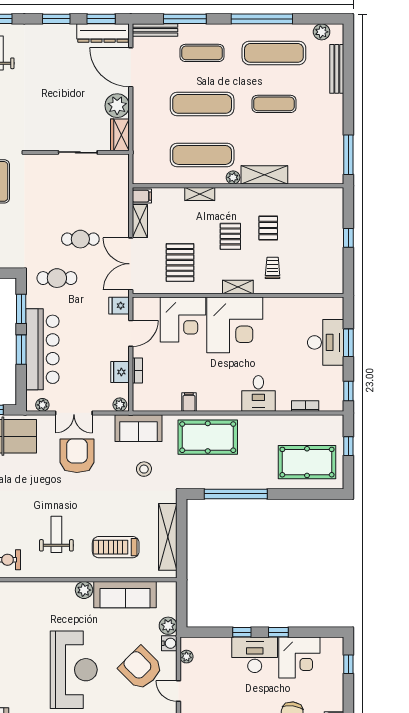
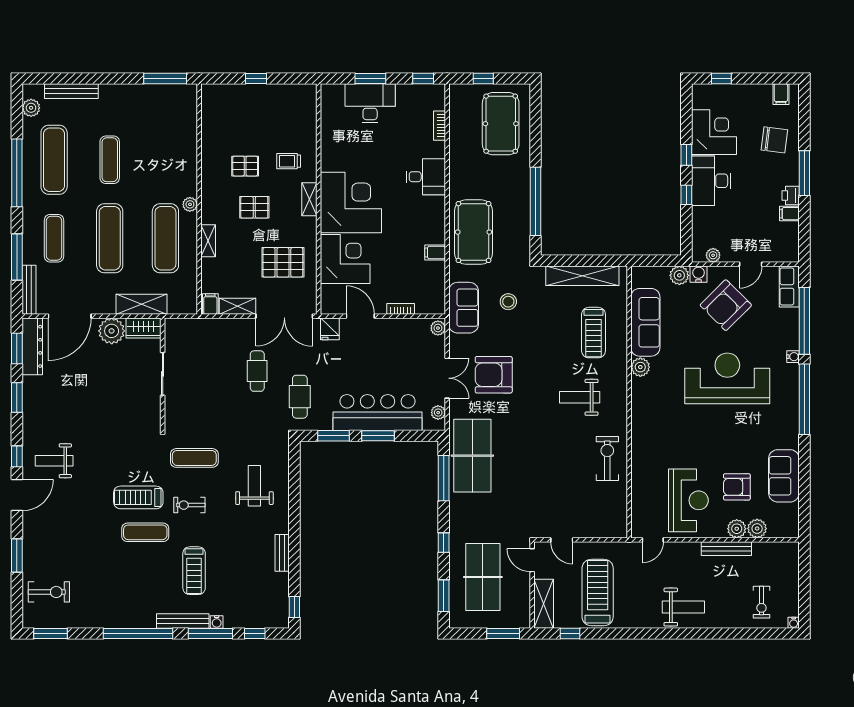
shelving: (264, 175) -> (141, 304), moved, turned 90
fridge: (120, 372) -> (402, 328), removed

